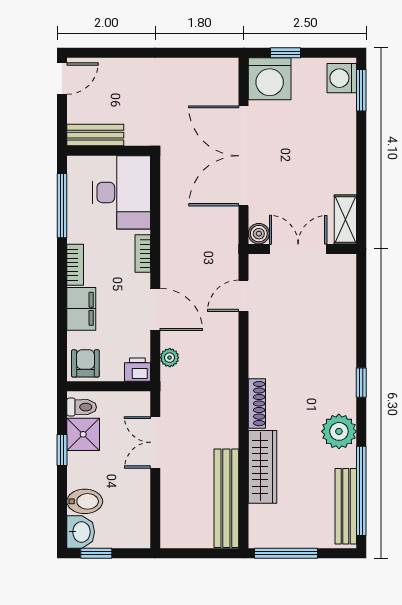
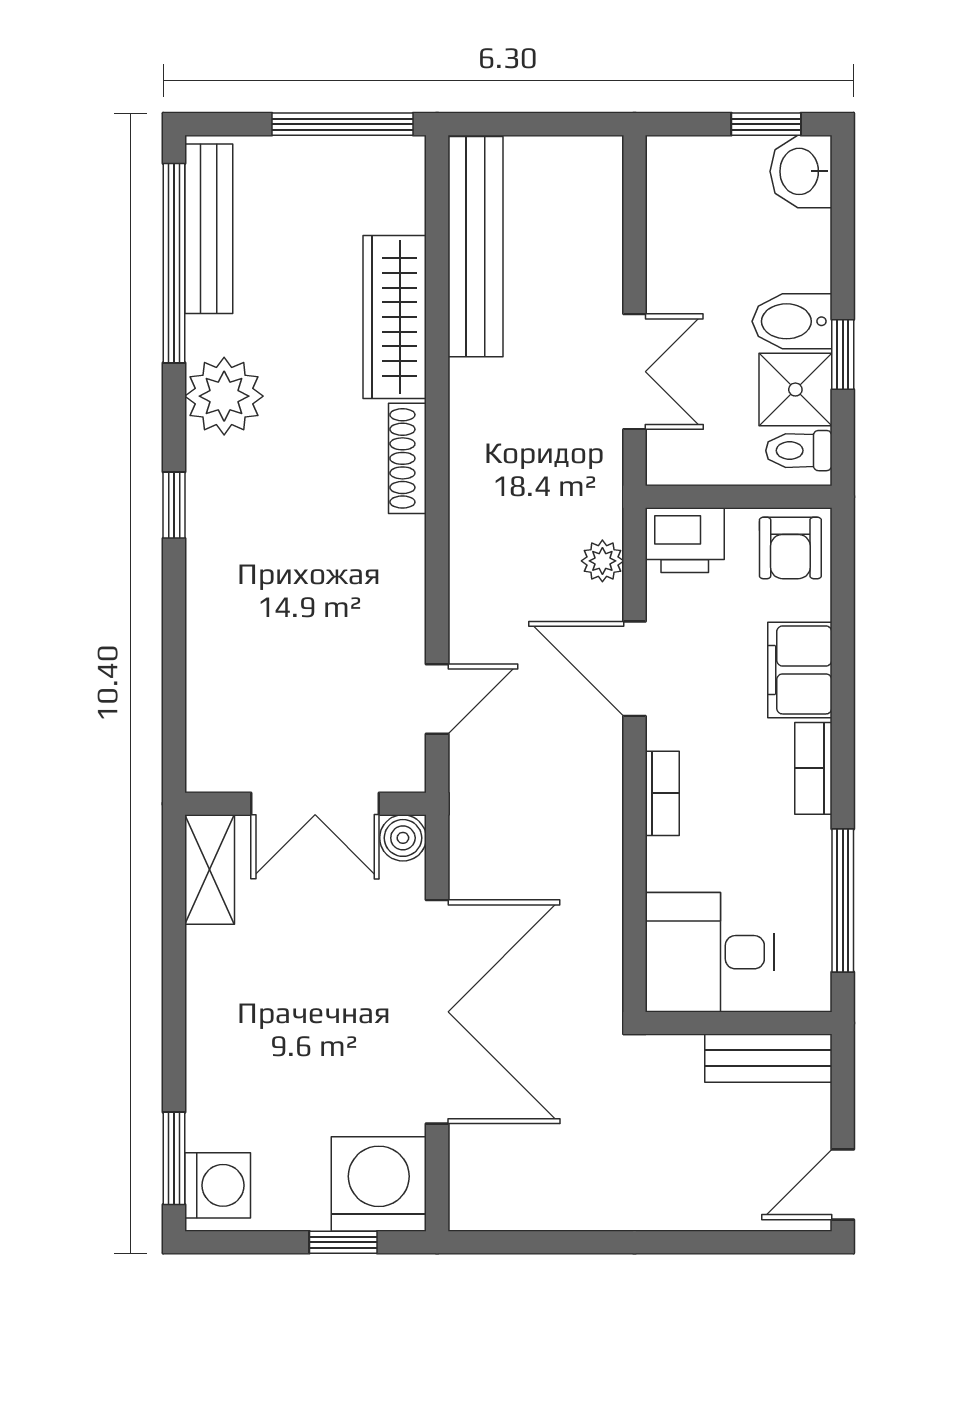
desk: (121, 192) -> (710, 952), width x0.73
printer: (137, 370) -> (685, 540), width x1.36, depth x1.24
bidet: (85, 501) -> (792, 321), moved

